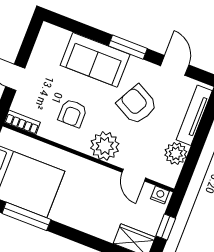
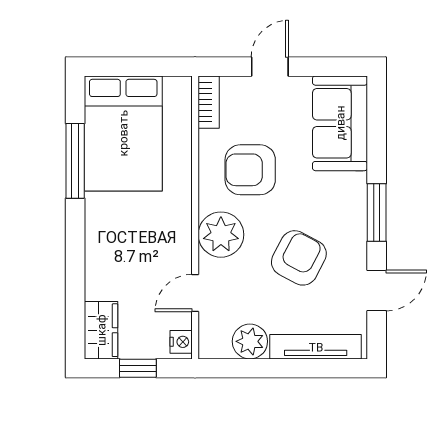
sofa: (95, 60) -> (340, 123), moved
armchair: (73, 113) -> (250, 170), width x1.38, depth x1.38

